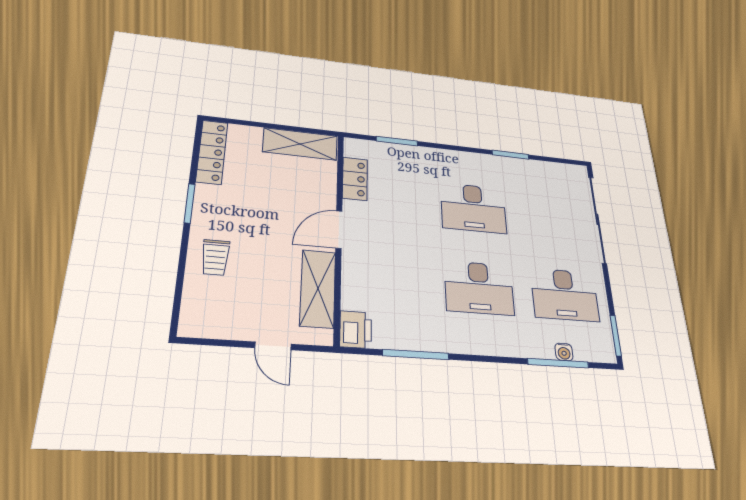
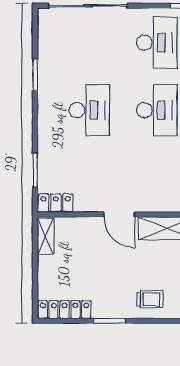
shelving: (300, 144) -> (46, 236), width x0.67, depth x0.75
locker: (355, 179) -> (56, 203), moved

